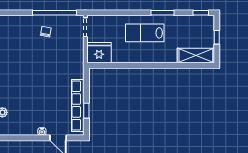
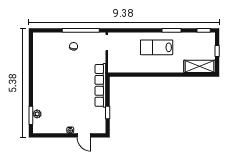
fridge: (99, 53) -> (118, 64), removed
row of seats: (78, 105) -> (100, 85), moved

